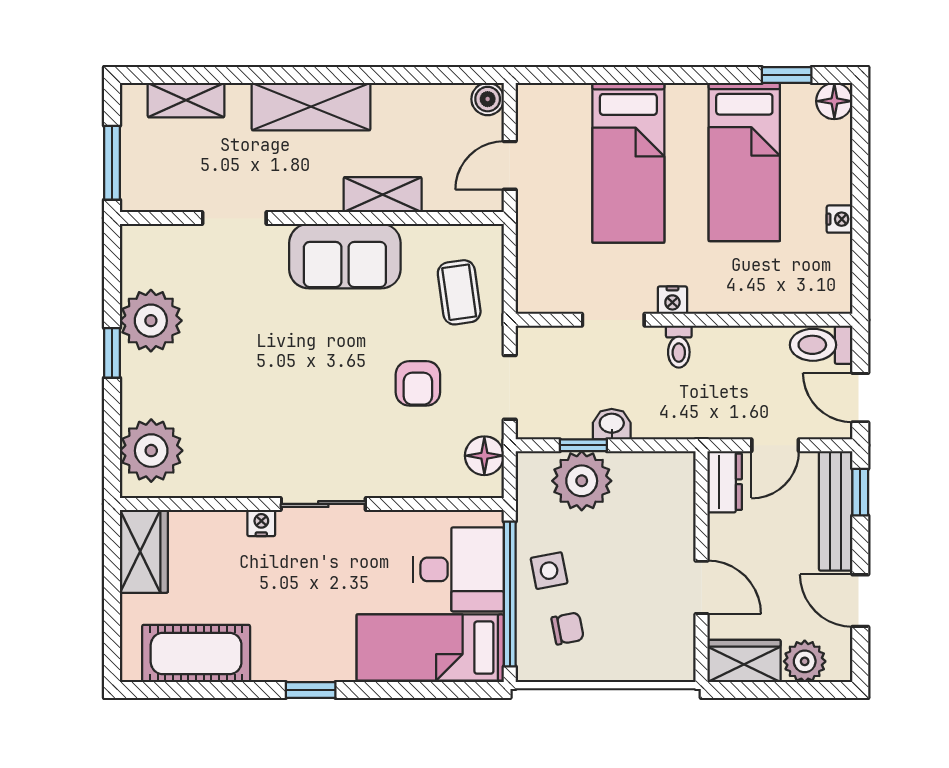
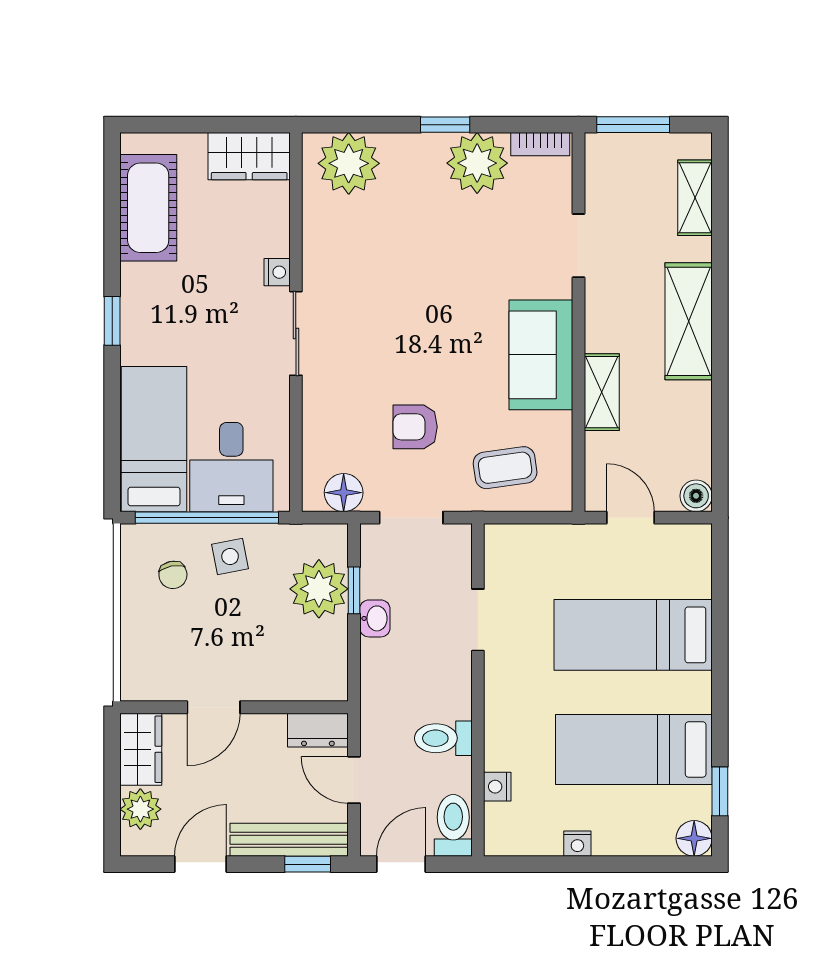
bookcase: (132, 257) -> (540, 144), added
nightstand: (672, 300) -> (497, 787), moved
toilet: (679, 347) -> (443, 738), moved, width x1.37, depth x1.39

